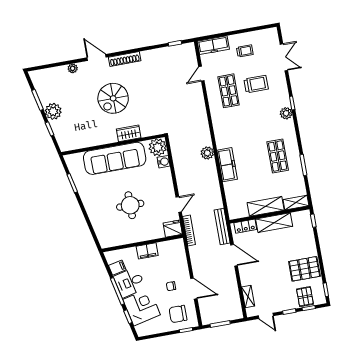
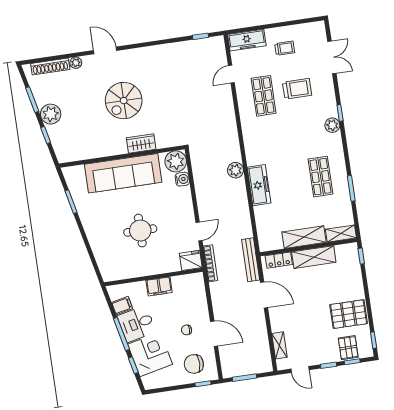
shoe rack: (125, 59) -> (50, 67), moved

